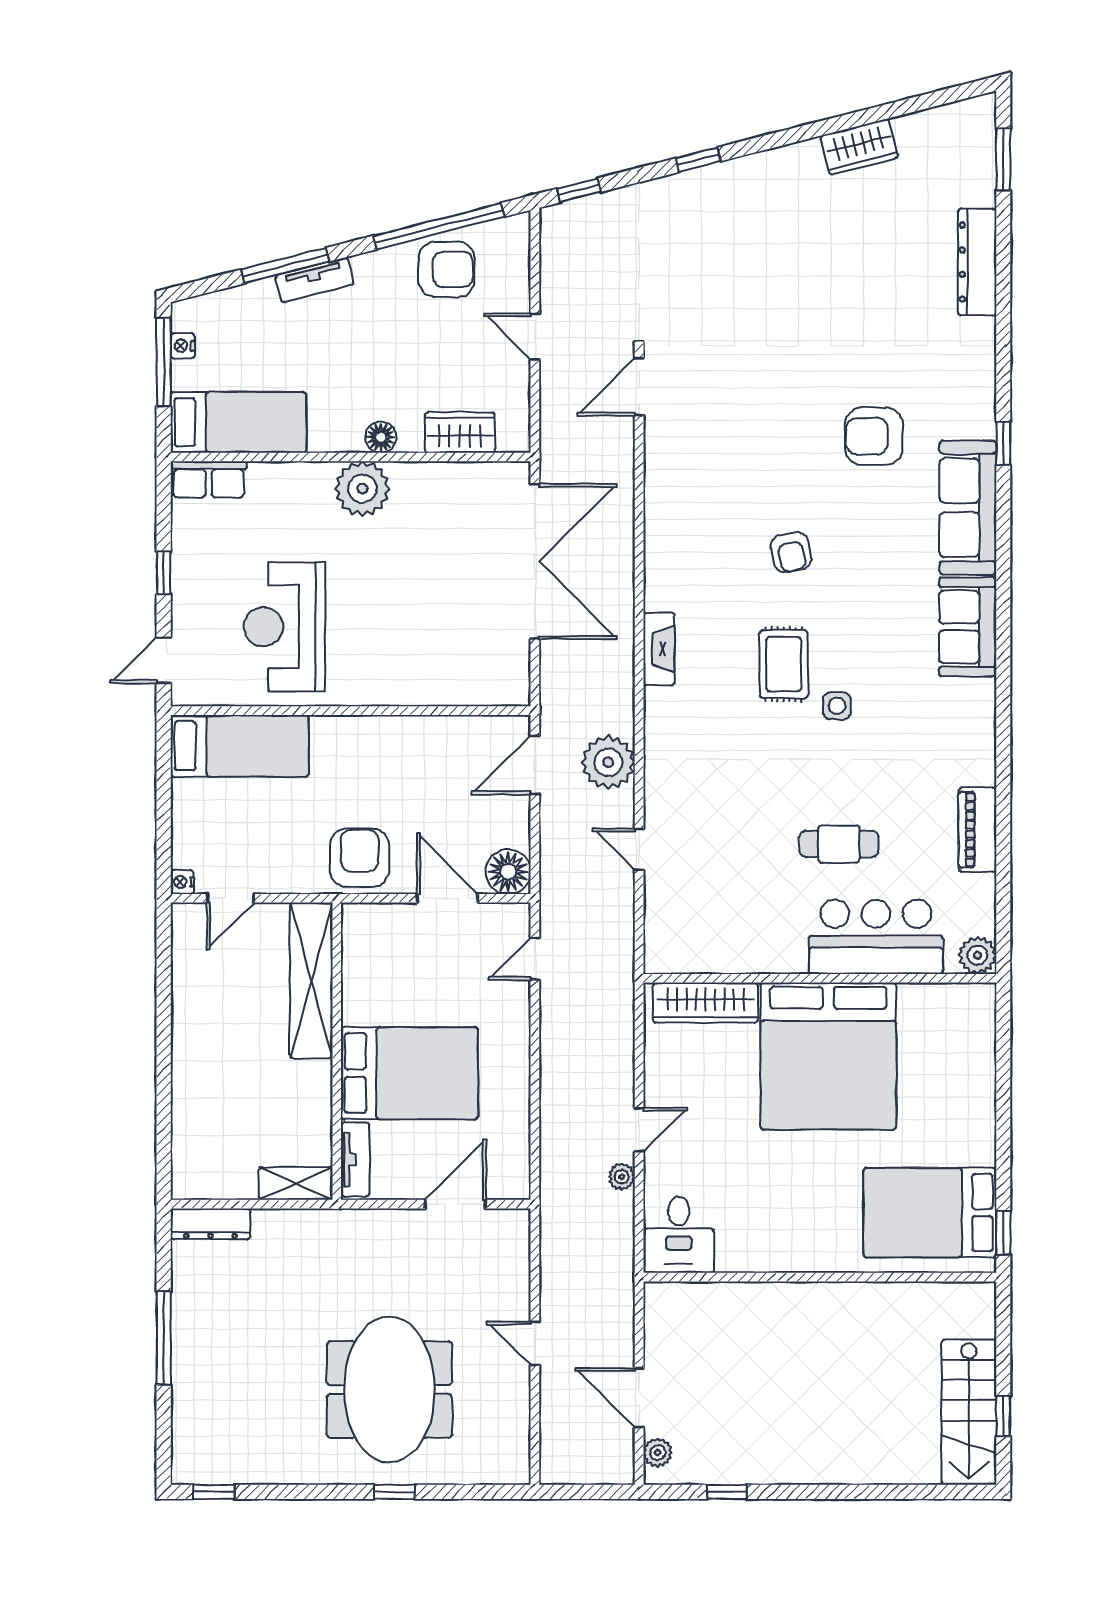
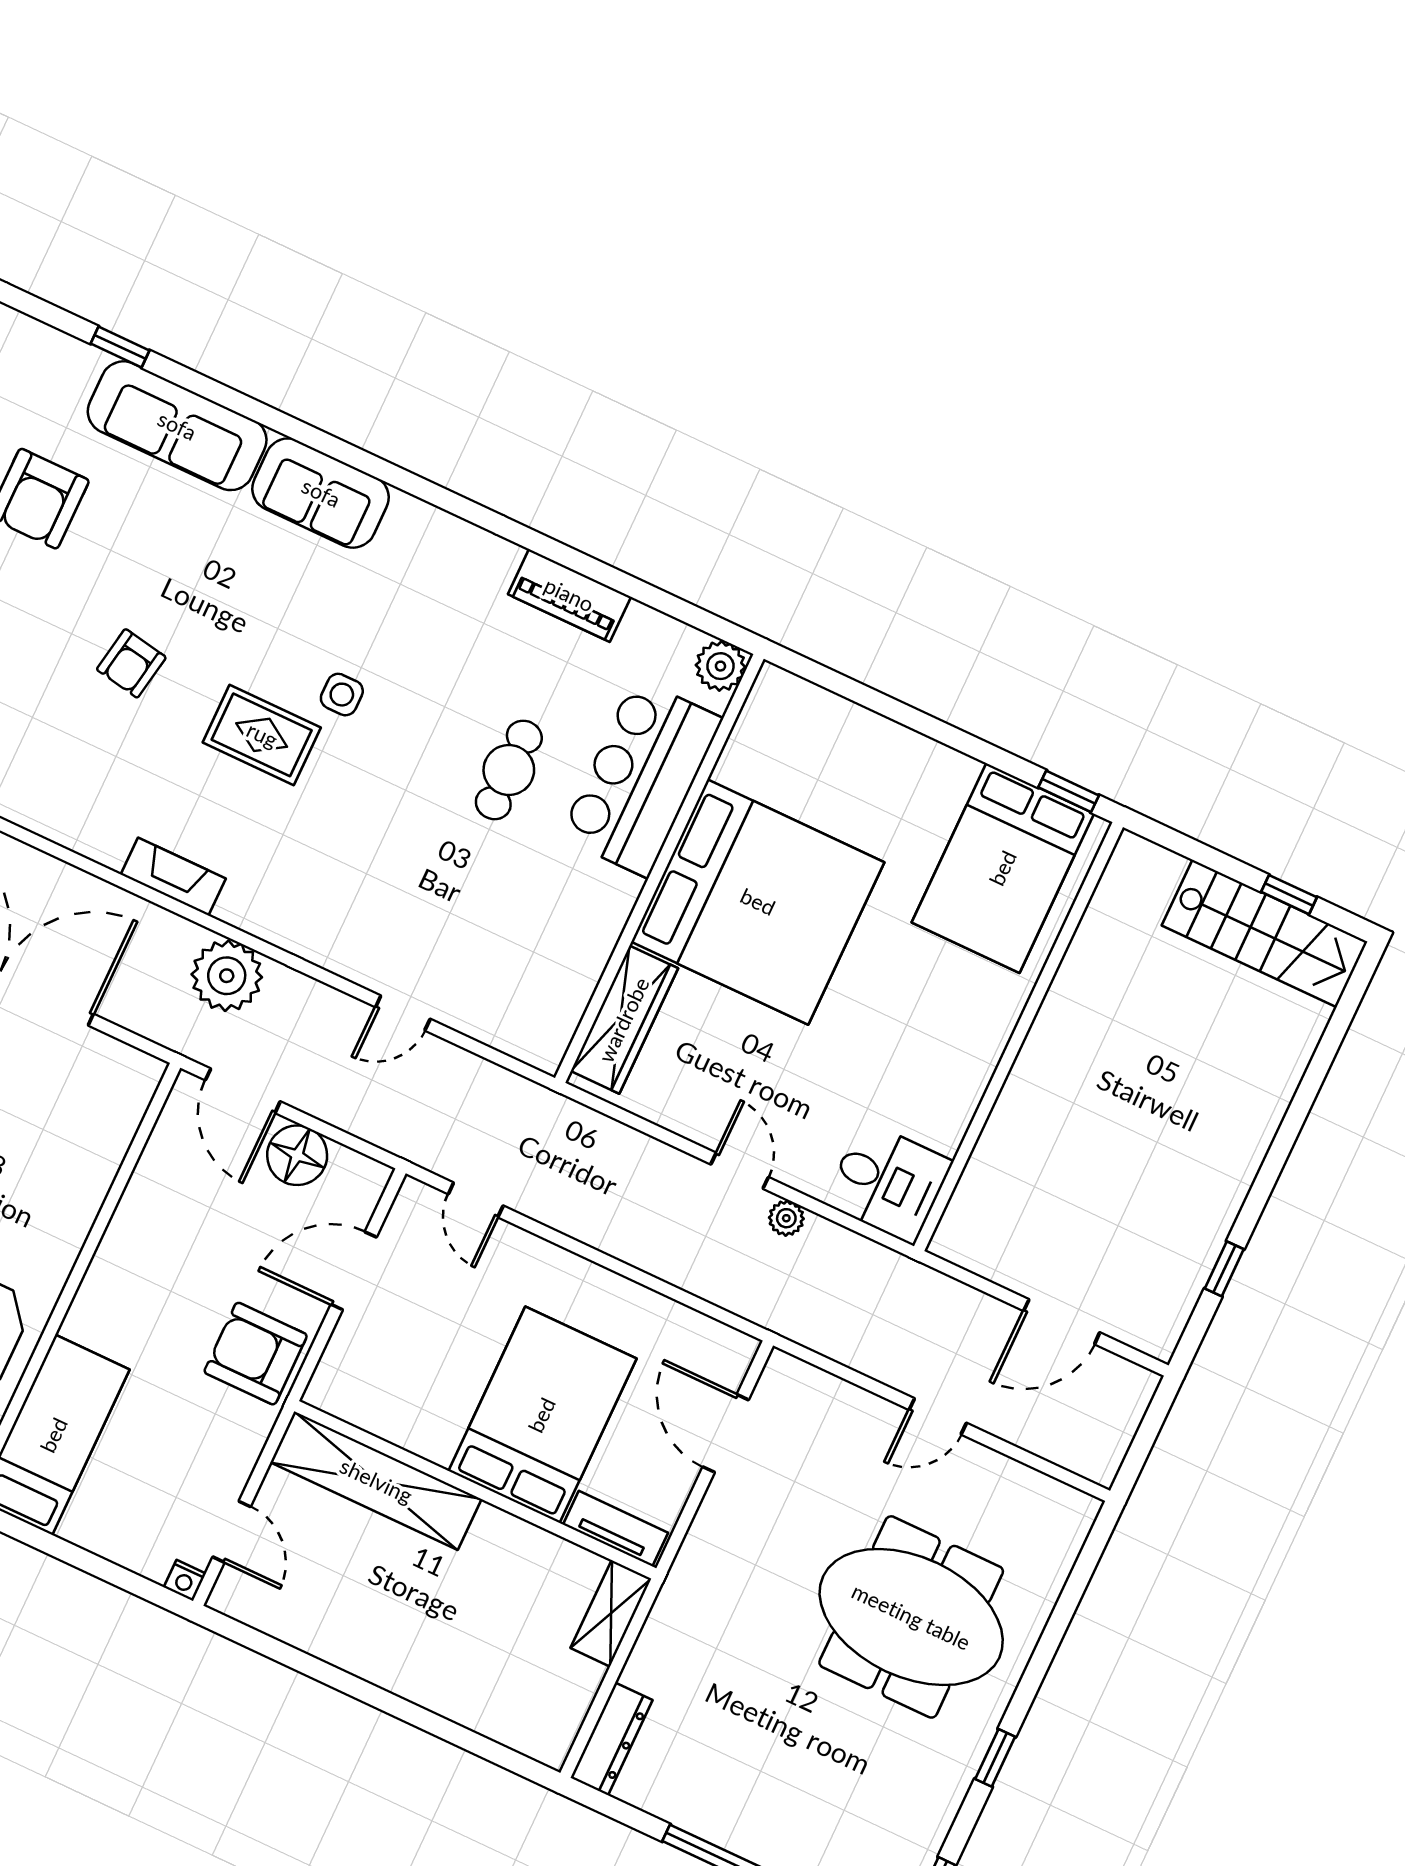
armchair: (791, 552) -> (131, 663), turned 112
plant: (608, 762) -> (227, 976), moved
floor lamp: (508, 872) -> (297, 1155), moved
plant: (658, 1453) -> (1138, 1330), removed
window: (395, 1492) -> (995, 1758), moved

